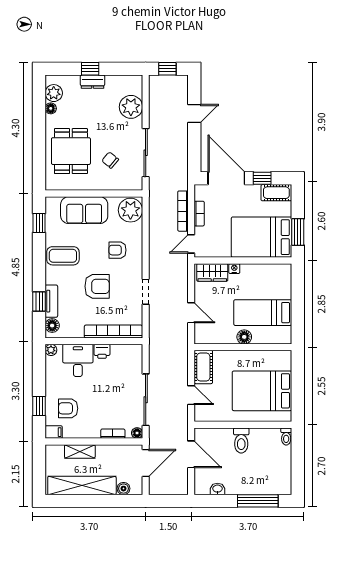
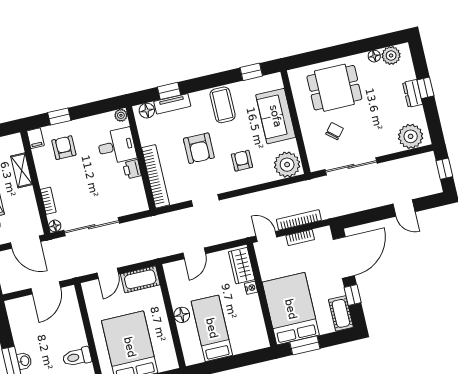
plant: (131, 107) -> (411, 136), moved
toilet: (241, 441) -> (77, 357), moved
washbasin: (217, 489) -> (24, 361), moved

